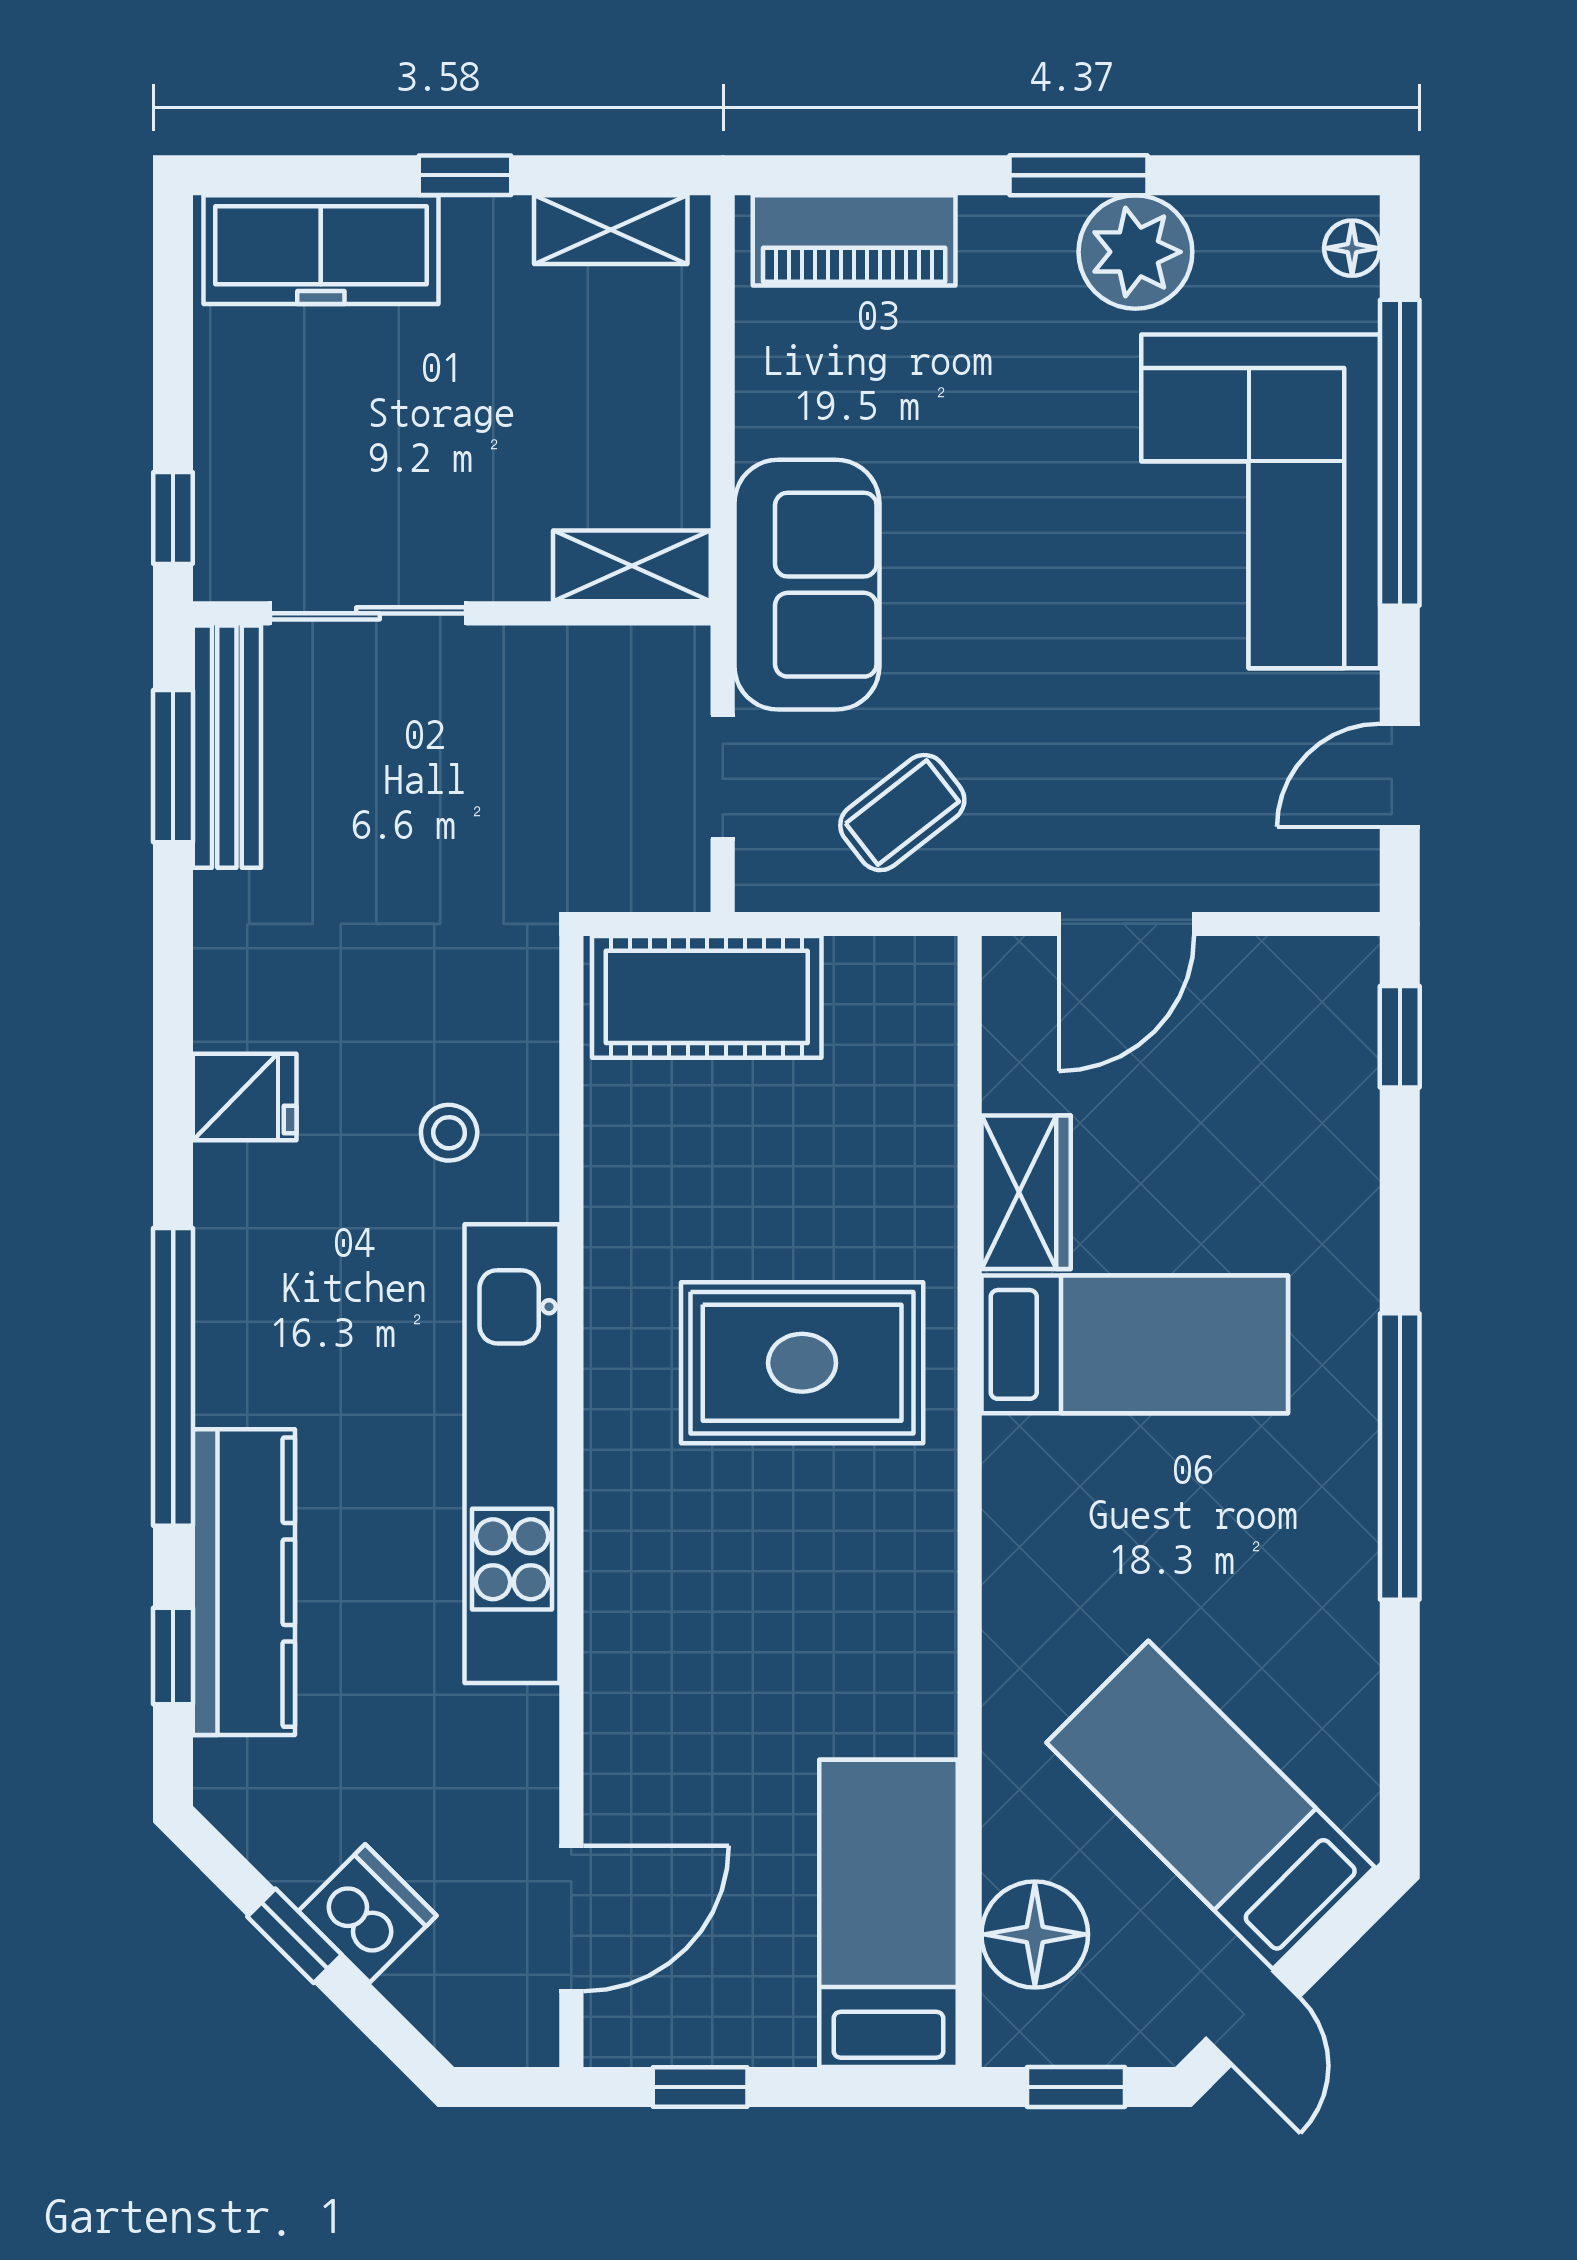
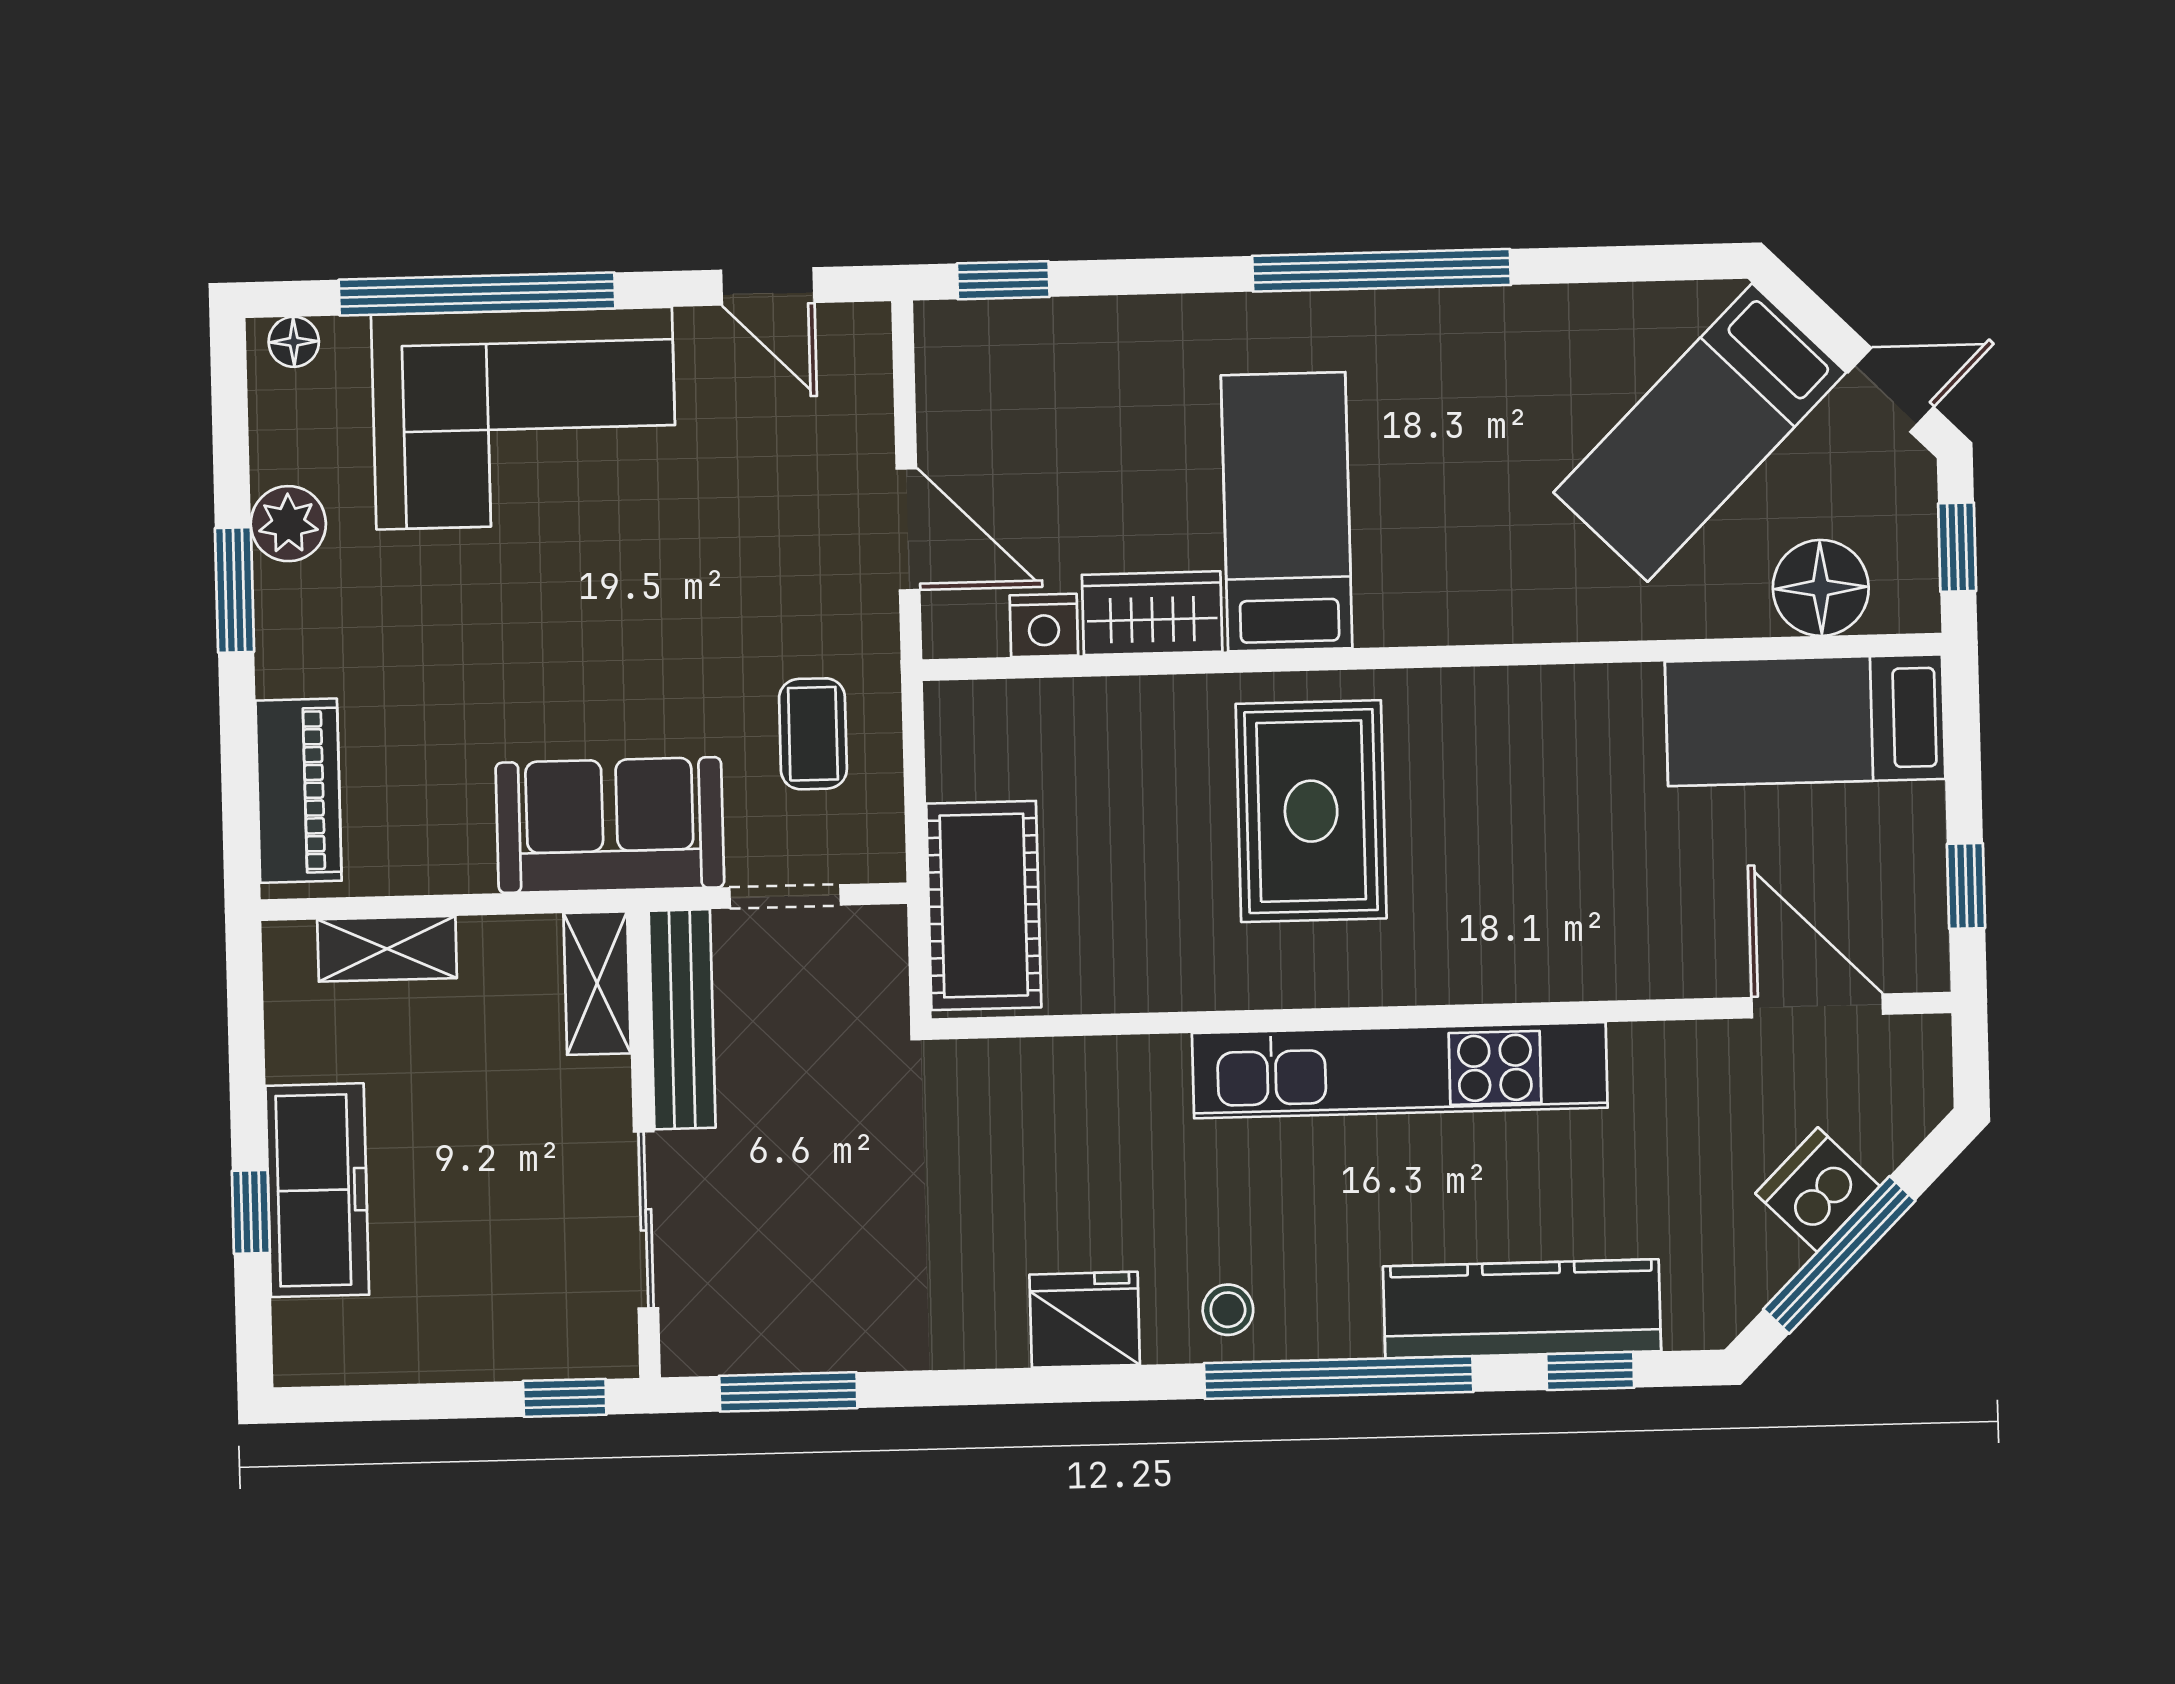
window: (465, 175) -> (251, 1212), moved
shelving: (611, 230) -> (387, 949), moved, turned 90
freezer: (321, 250) -> (317, 1190), moved
plant: (1135, 252) -> (288, 524), width x0.73, depth x0.73
bench: (227, 747) -> (682, 1019), moved, turned 90
coffee table: (902, 813) -> (813, 734), turned 38
nightstand: (1016, 1072) -> (1044, 625), added
fridge: (245, 1097) -> (1085, 1320), width x1.38
stool: (449, 1133) -> (1228, 1310), moved
window: (295, 1936) -> (1839, 1255), width x2.17

